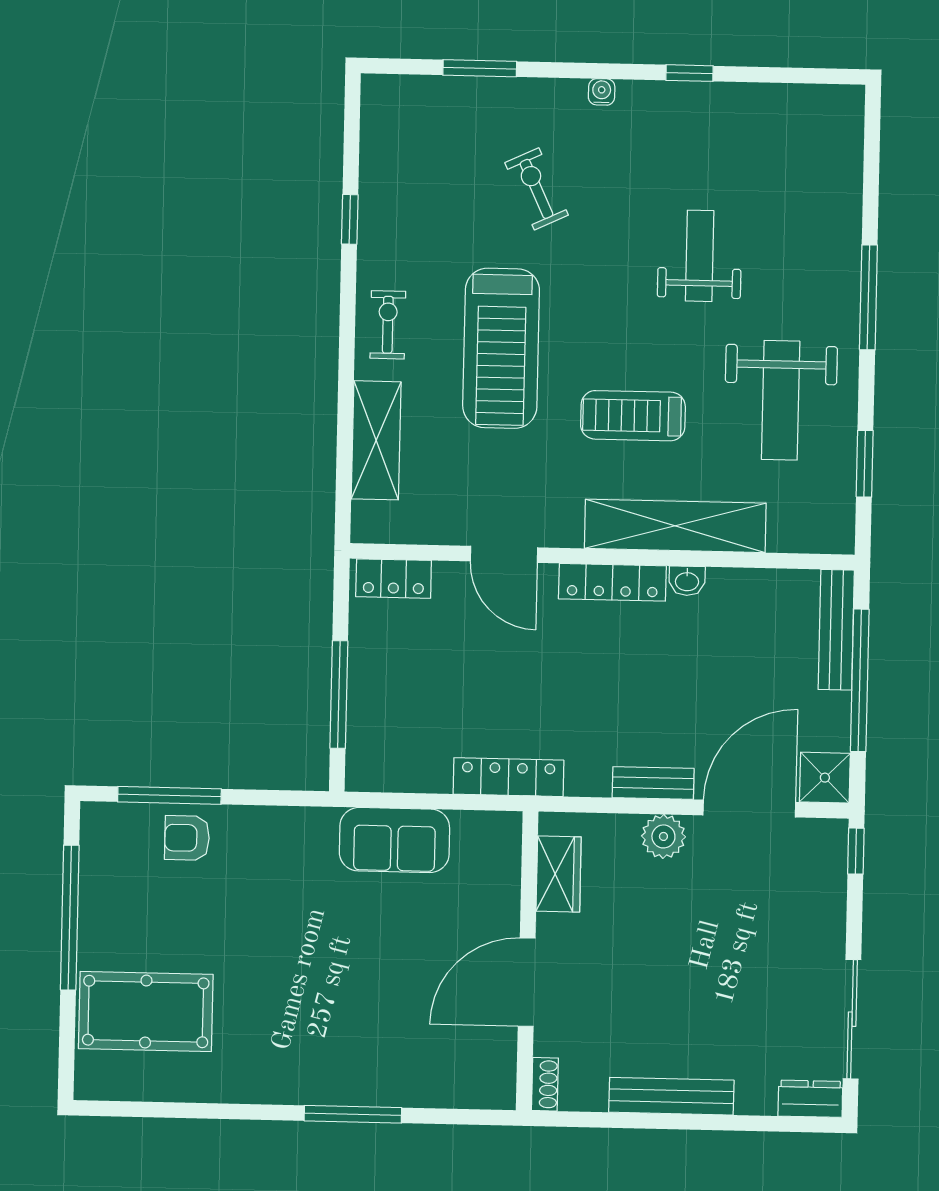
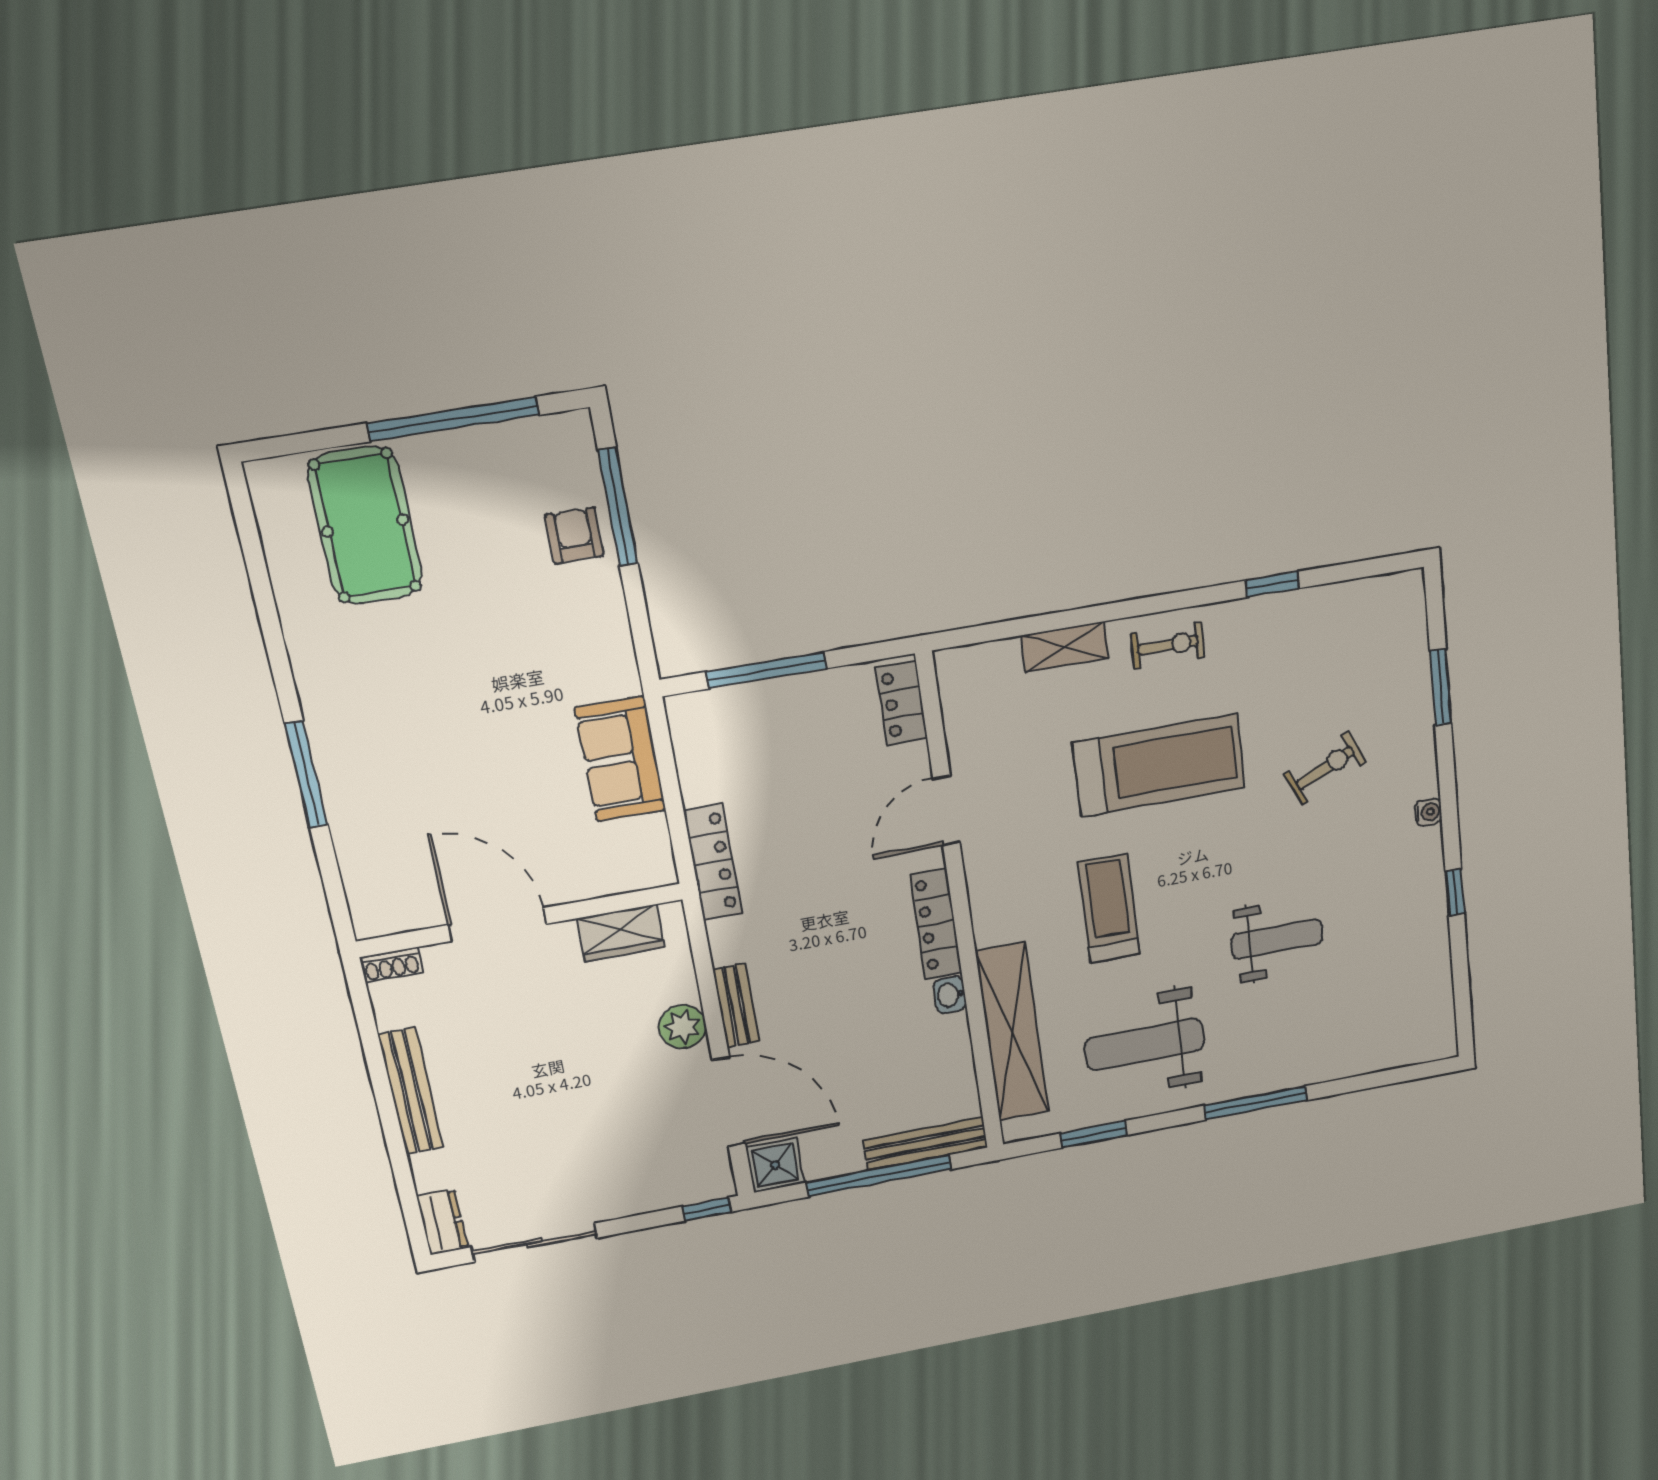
treadmill: (501, 348) -> (1159, 765), turned 180
shelving: (376, 440) -> (1065, 647), width x0.67, depth x0.75
shelving: (675, 526) -> (1012, 1032), moved

